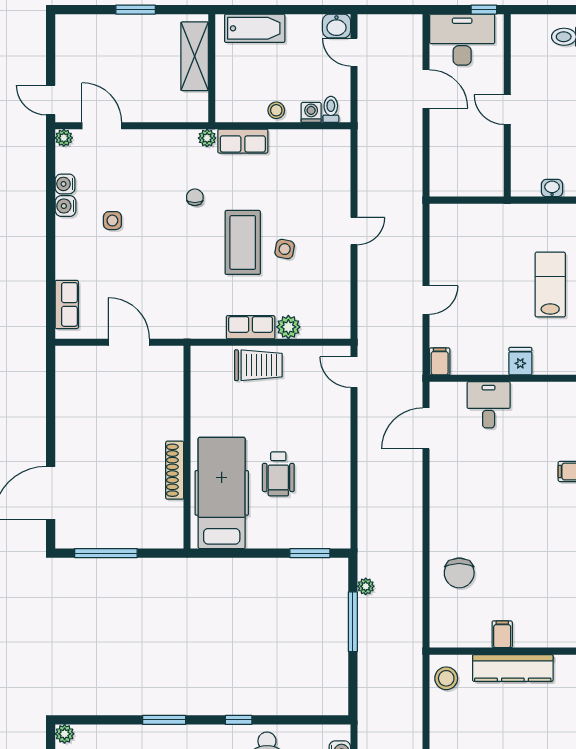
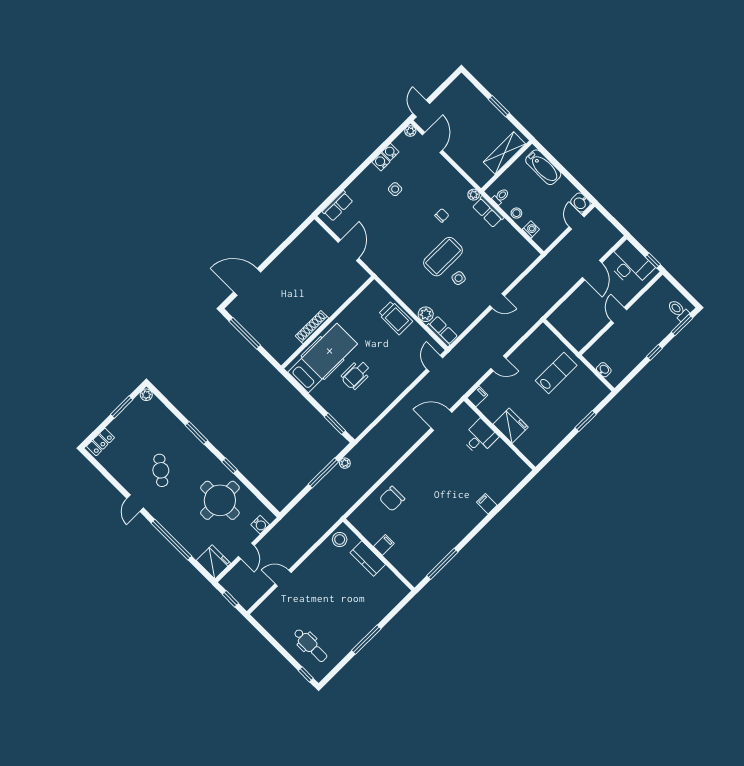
toilet: (331, 109) -> (501, 196), moved
lab bench: (550, 285) -> (556, 373), moved
row of seats: (251, 327) -> (442, 331), moved
fridge: (520, 361) -> (511, 426), width x1.88, depth x1.34
kitchen counter: (513, 668) -> (368, 558), width x0.67

